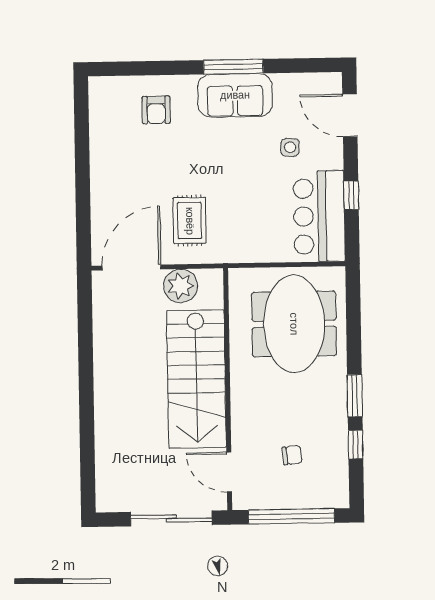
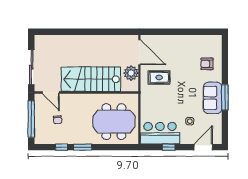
door: (229, 472) -> (51, 93), swing flipped

